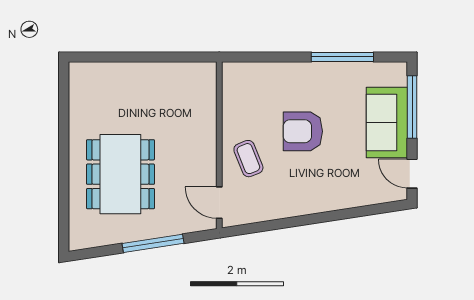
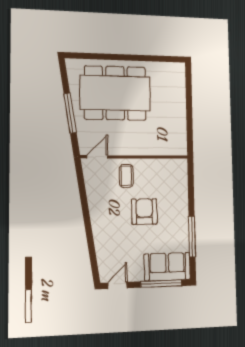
sofa: (387, 123) -> (167, 267), moved
coffee table: (248, 159) -> (126, 176), turned -68
dining table: (120, 174) -> (115, 93), width x1.36, depth x1.24

